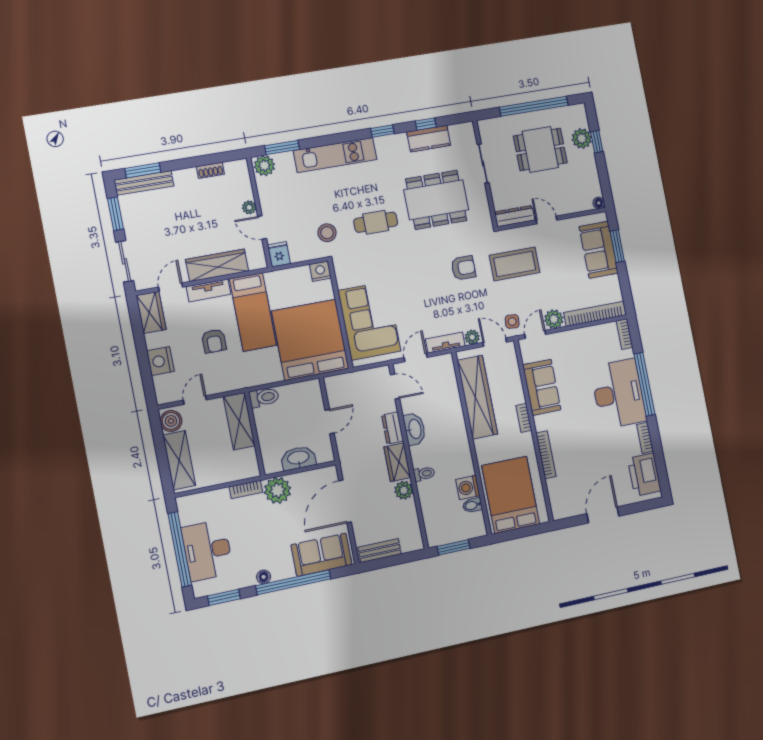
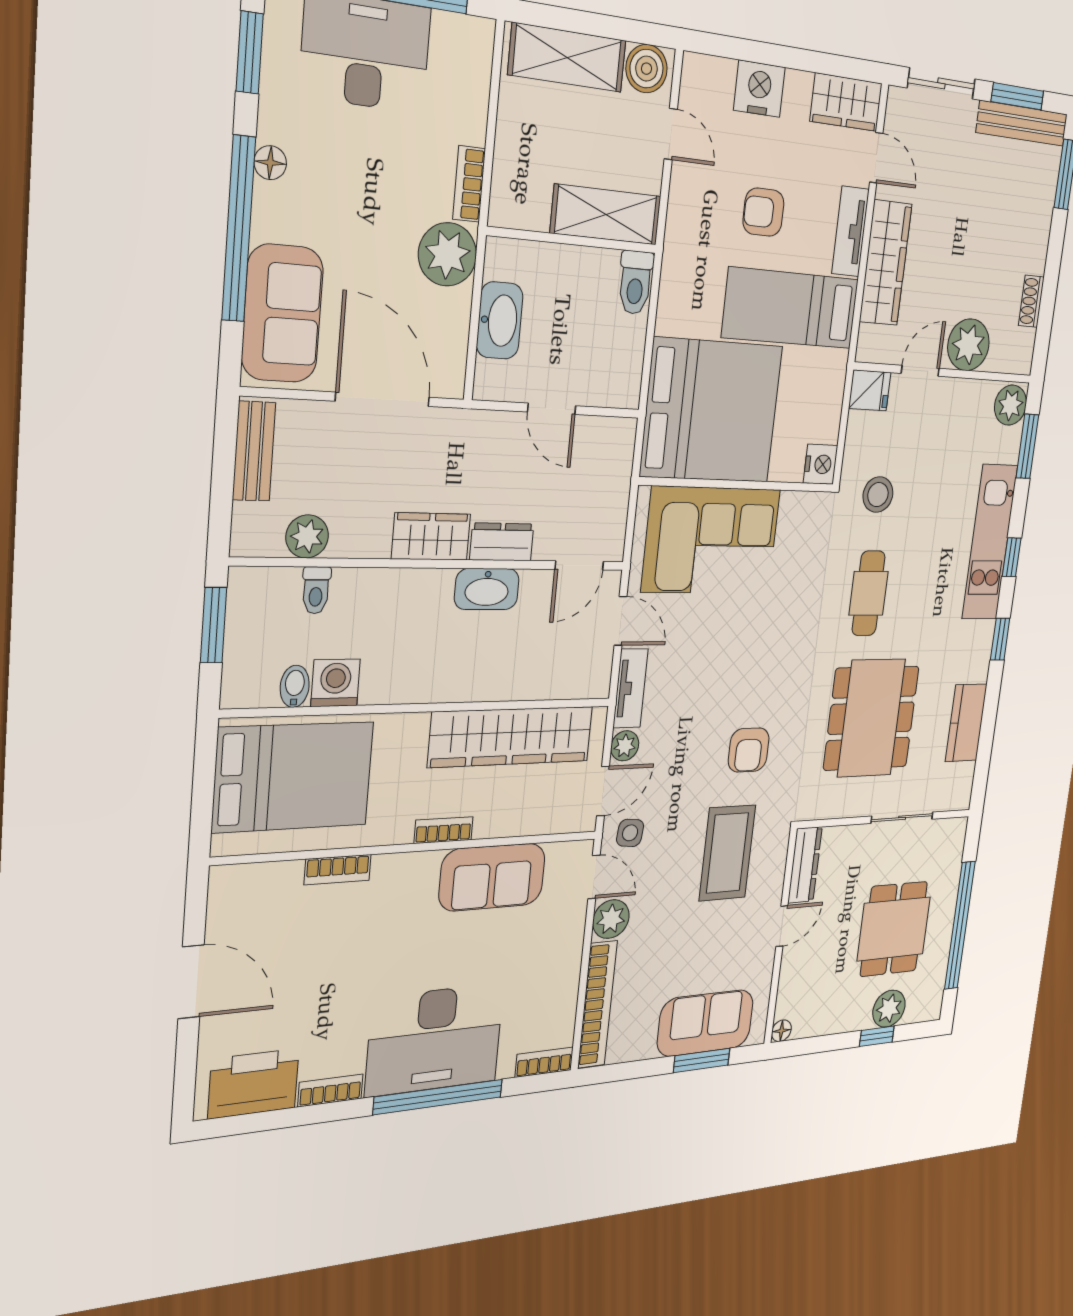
window: (426, 124) -> (1012, 557), moved
bench: (144, 183) -> (1022, 123), moved, turned 90
plant: (249, 207) -> (968, 345), width x1.88, depth x1.88
bookcase: (546, 455) -> (338, 870), width x0.64
toilet: (424, 474) -> (316, 590), moved
plant: (404, 490) -> (307, 536), moved

